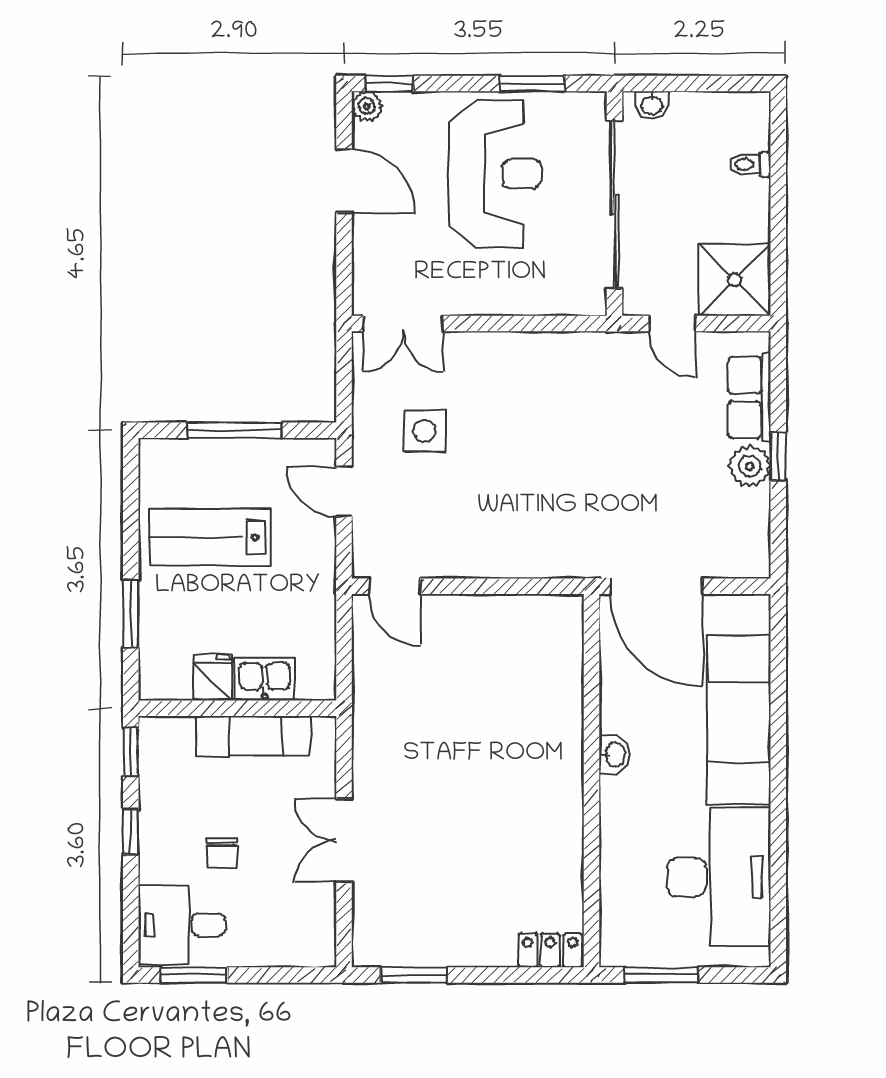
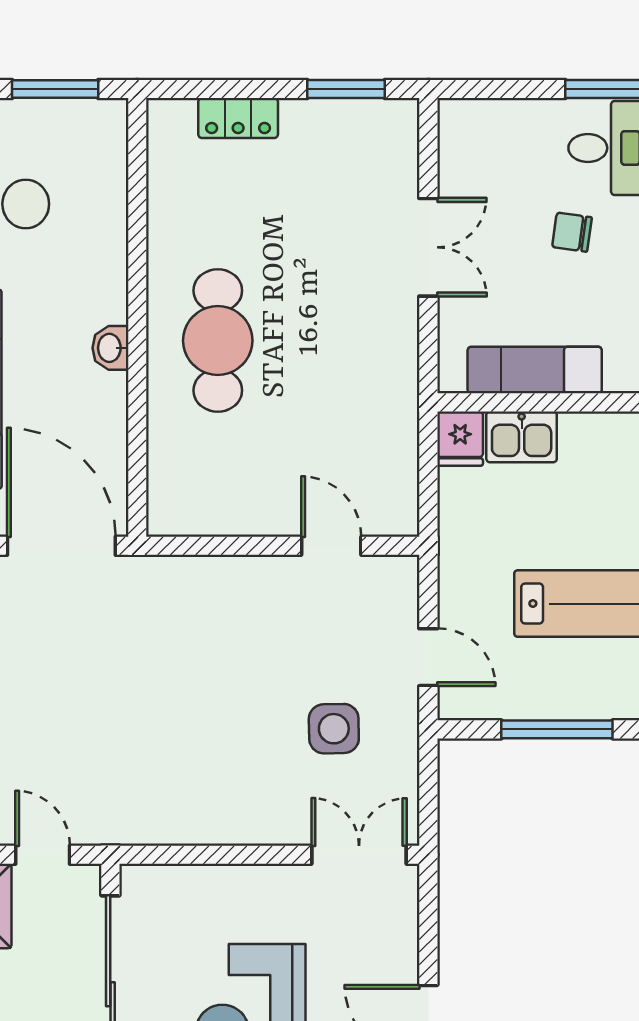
door: (394, 586) -> (331, 546), moved
fridge: (212, 678) -> (460, 439), moved
cafe table: (523, 761) -> (218, 341), added
chair: (222, 853) -> (572, 232), turned -82
locker: (550, 950) -> (238, 118), moved

